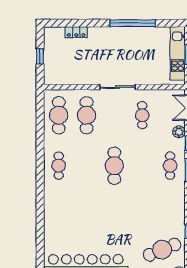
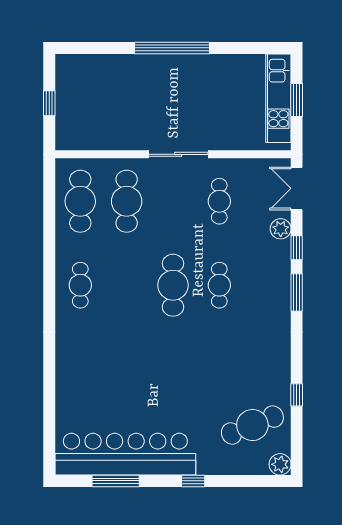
window: (133, 23) -> (172, 48), moved
locker: (76, 32) -> (109, 63), removed
cafe table: (170, 166) -> (219, 285), moved

